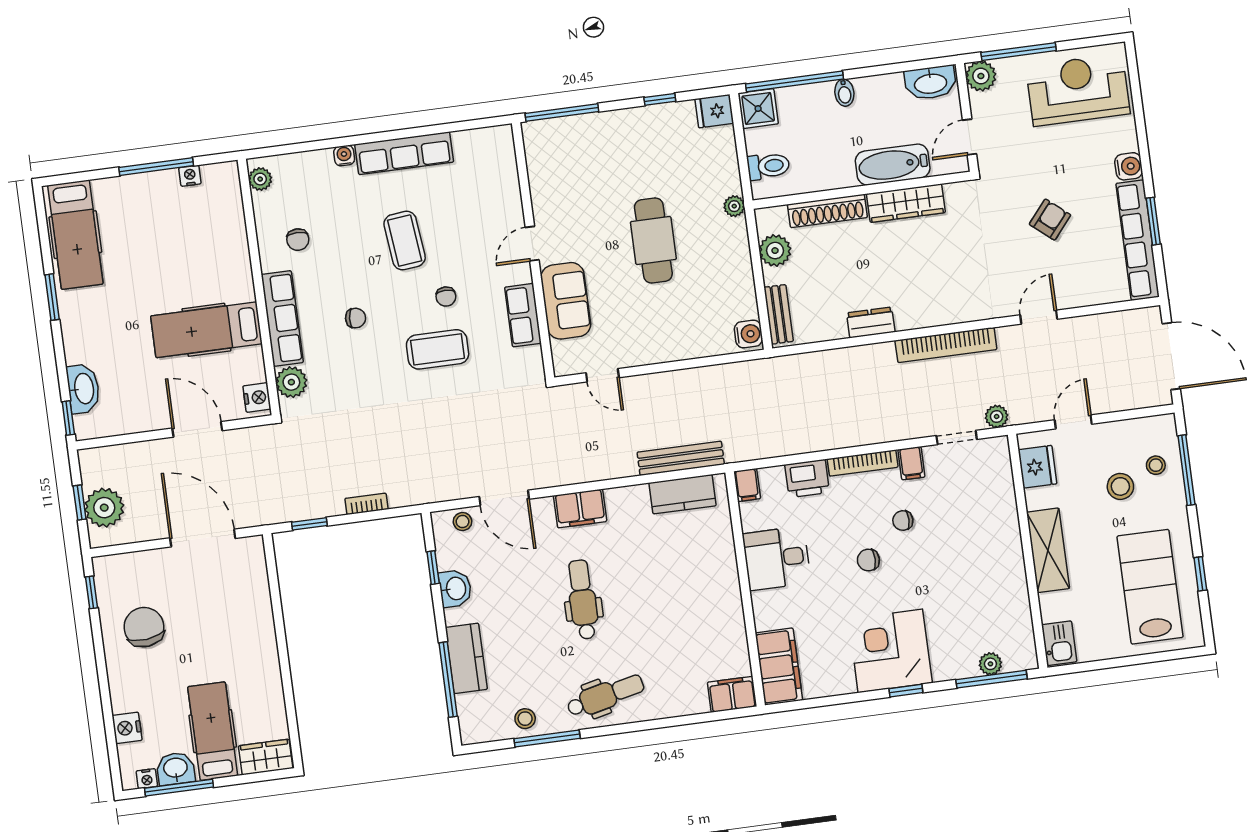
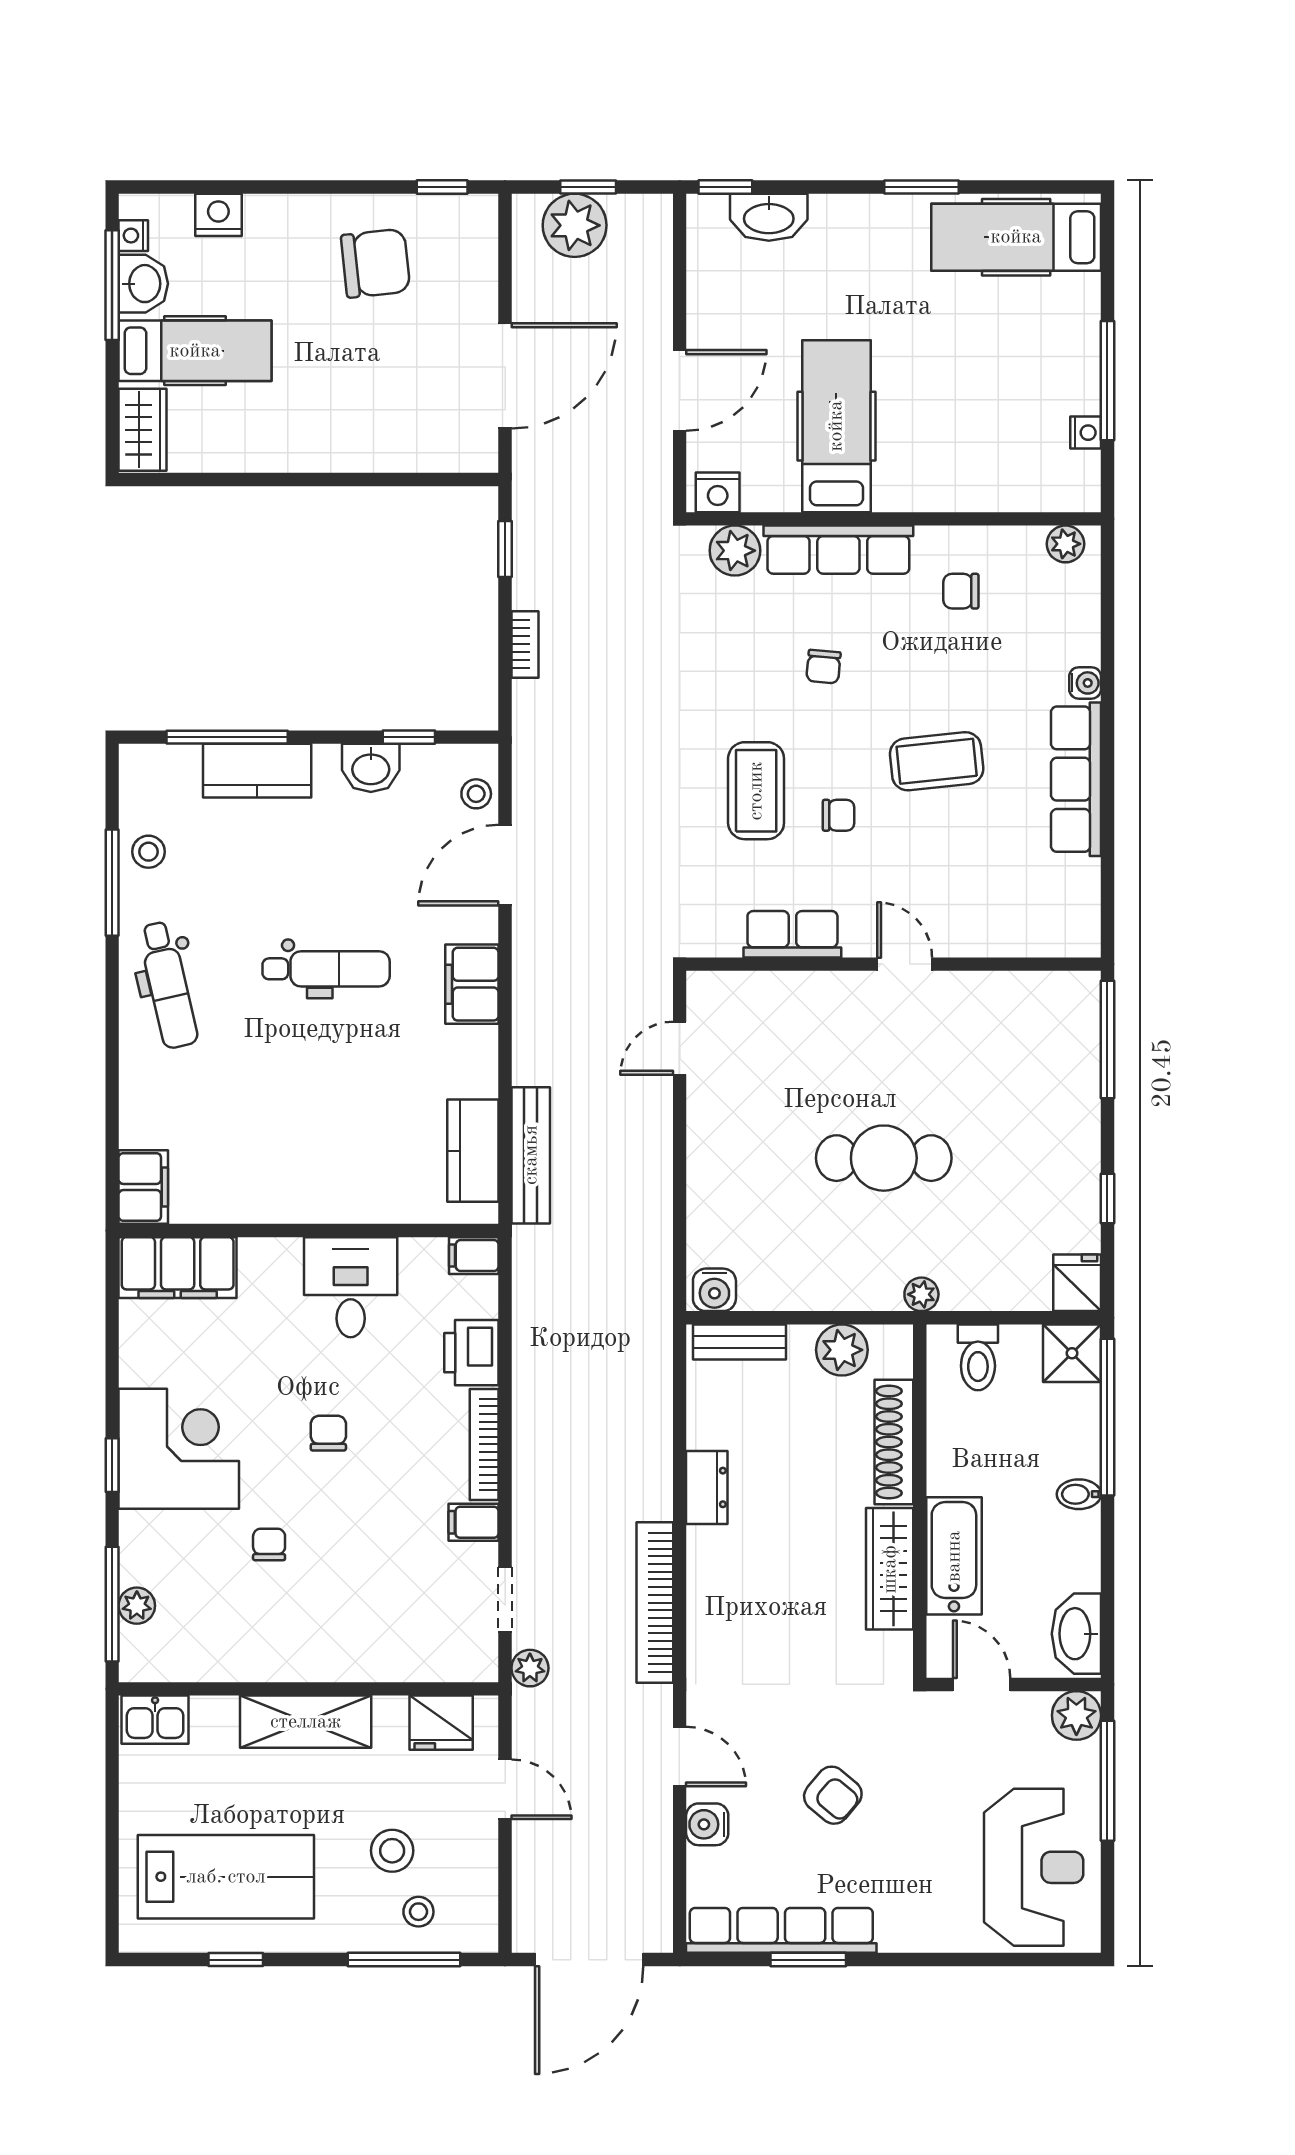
water cooler: (1129, 166) -> (707, 1824), moved, turned 90
chair: (446, 297) -> (839, 815), turned 180
sofa: (566, 301) -> (806, 1005), removed
chair: (903, 520) -> (269, 1544), moved

